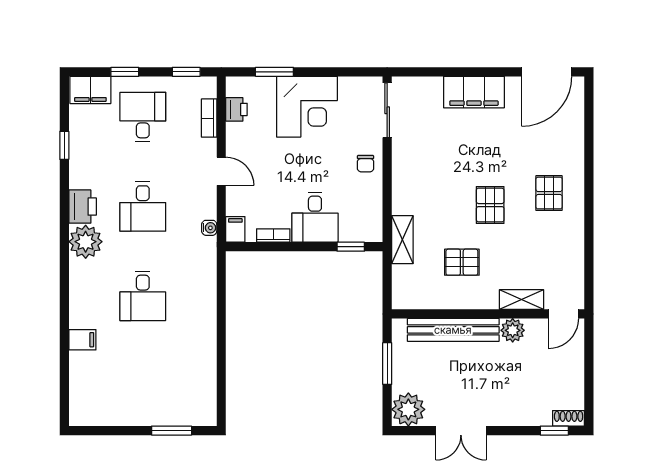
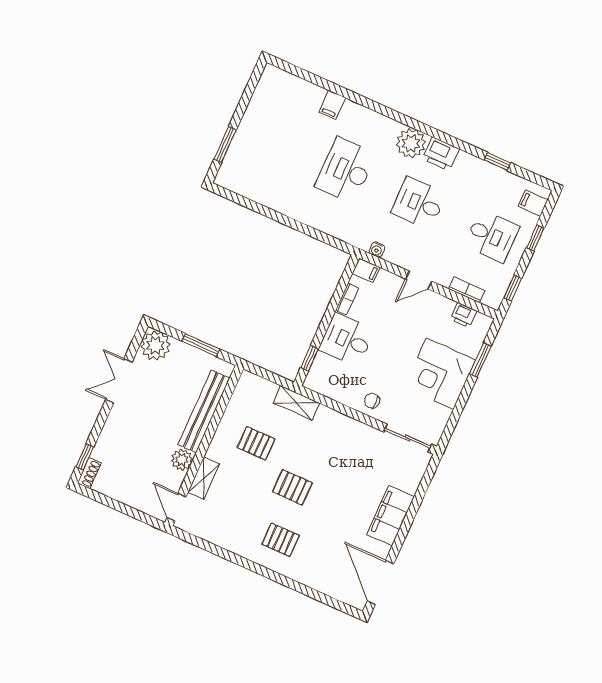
filing cabinet: (90, 90) -> (533, 203), width x0.50
pallet: (462, 262) -> (256, 443), turned 90
desk: (143, 296) -> (346, 170), width x1.37

